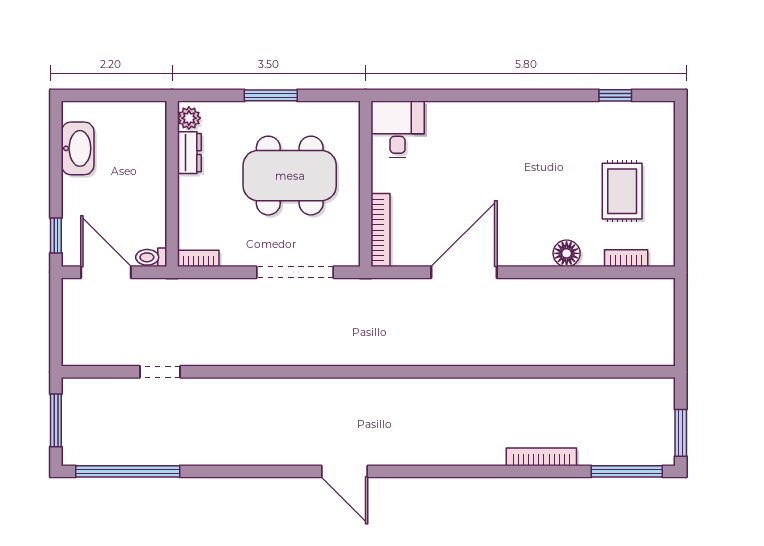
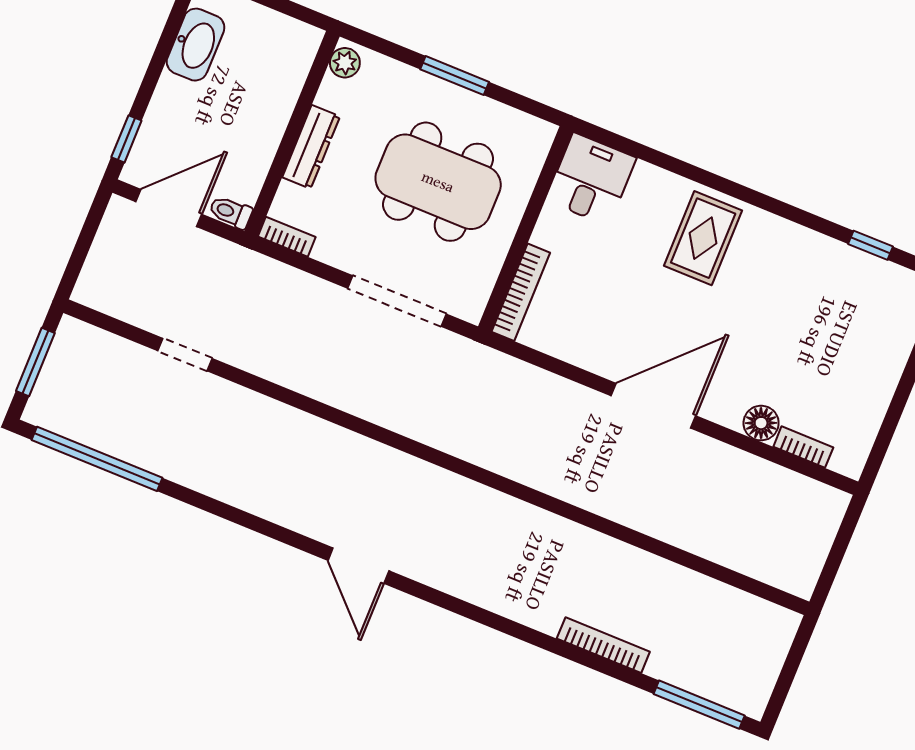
dresser: (189, 153) -> (311, 147), moved, width x1.44
rug: (622, 191) -> (703, 238), moved
floor lamp: (567, 253) -> (761, 423), moved
door: (106, 272) -> (169, 208), hinge flipped
door: (464, 272) -> (653, 406), moved
window: (681, 433) -> (783, 685), removed

